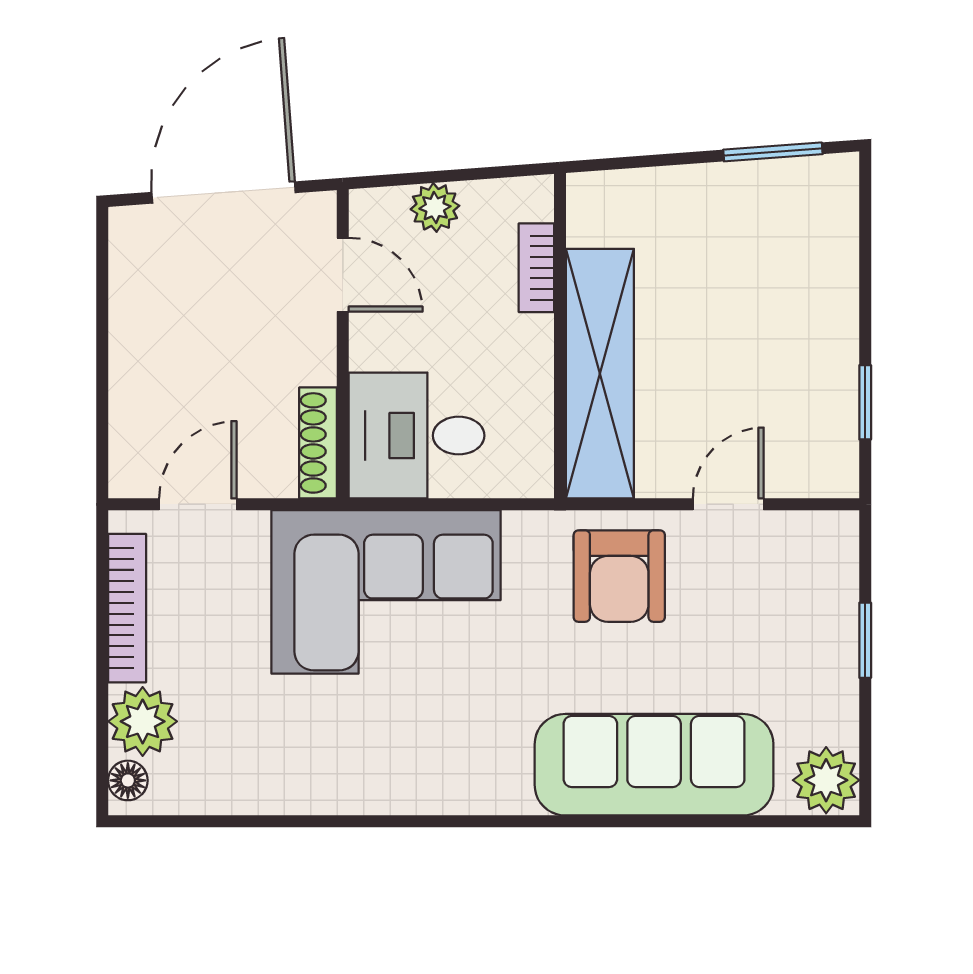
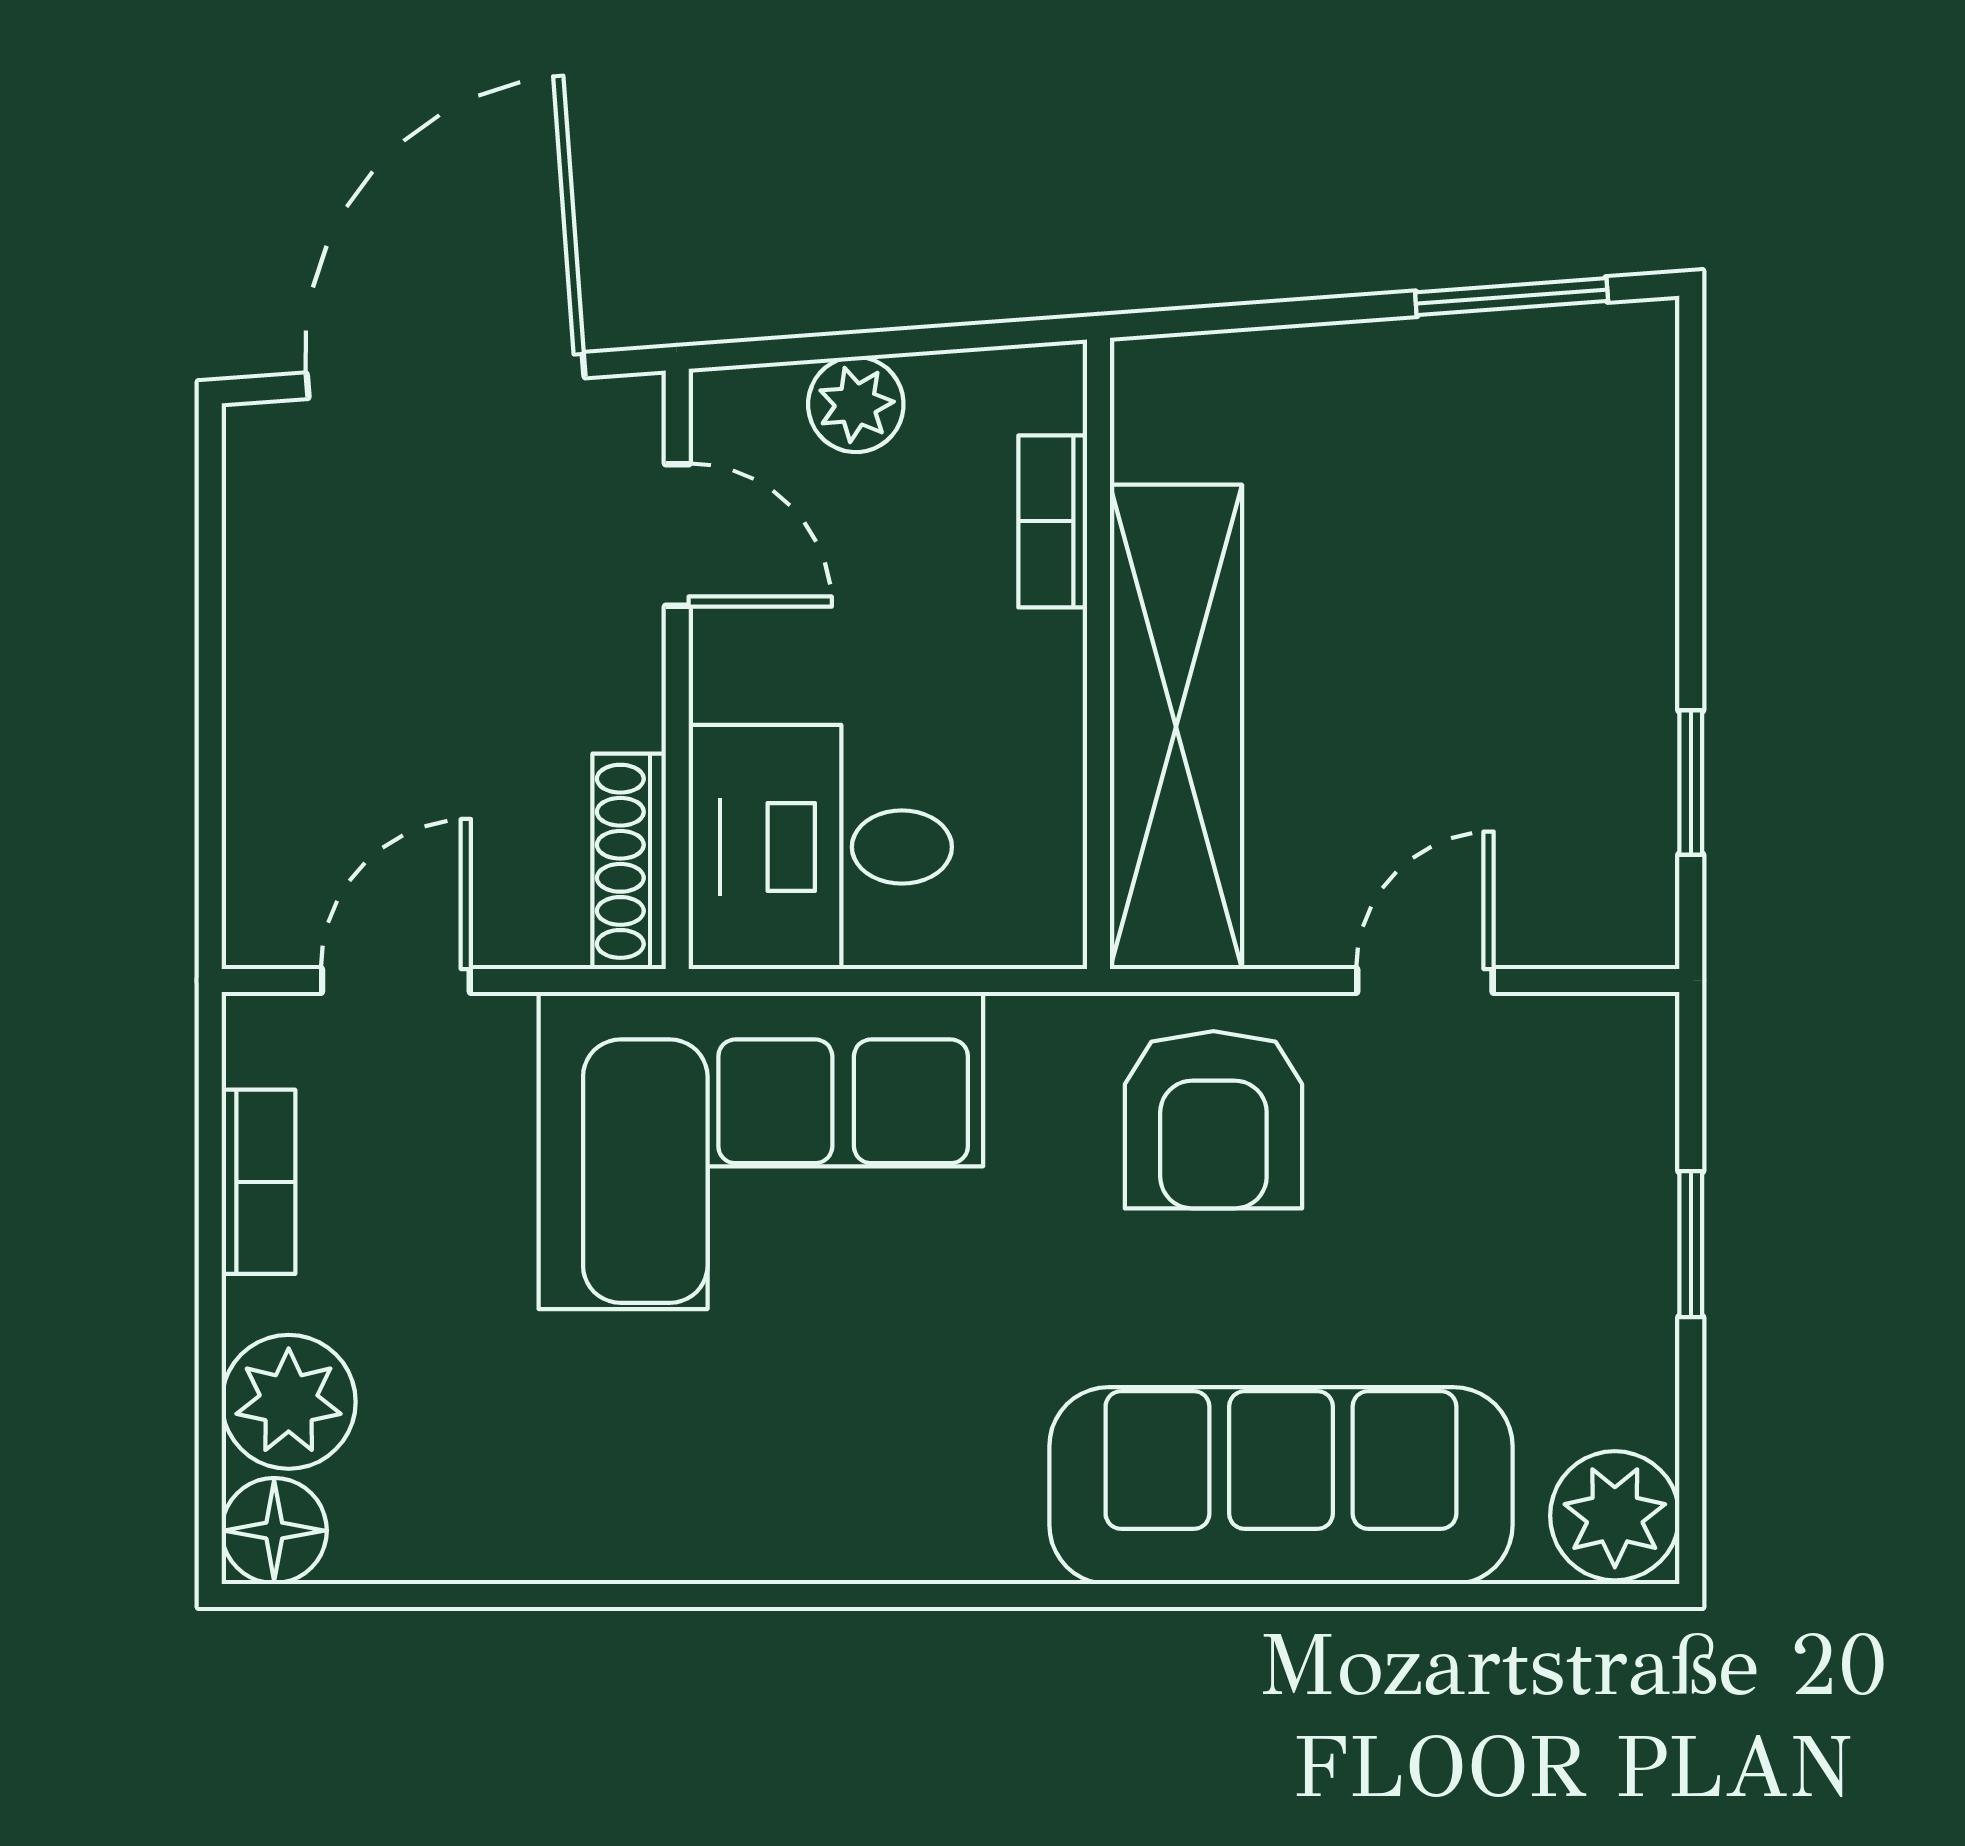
bookcase: (127, 608) -> (258, 1182), width x0.64
floor lamp: (128, 780) -> (274, 1531), width x1.37, depth x1.37

